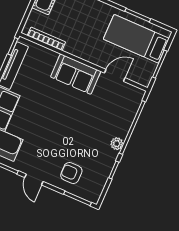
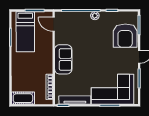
door: (115, 75) -> (54, 24), moved
armchair: (71, 173) -> (125, 36), width x1.88, depth x1.88

